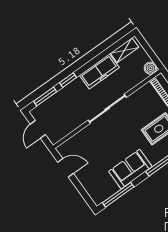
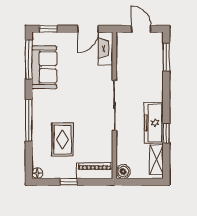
window: (68, 80) -> (166, 133), moved
fireplace: (70, 145) -> (105, 48), added
sofa: (130, 169) -> (44, 67), moved
window: (86, 196) -> (48, 29), added

